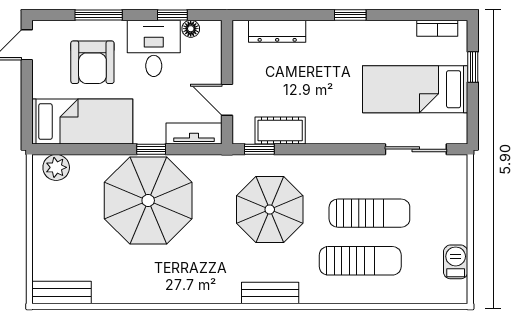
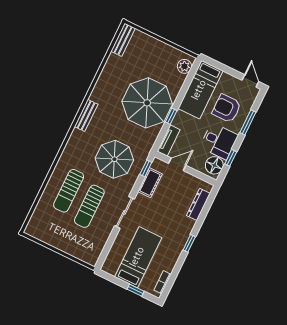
floor lamp: (191, 29) -> (214, 165), width x1.89, depth x1.89
sliding door: (416, 149) -> (124, 212), moved
barbecue: (456, 262) -> (46, 236), removed
bench: (270, 293) -> (86, 115), moved

